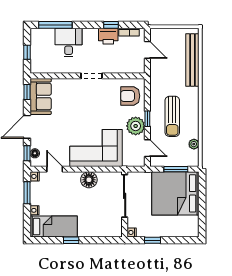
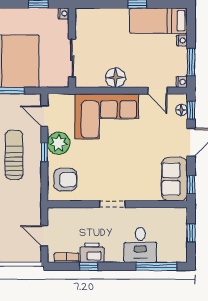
sliding door: (125, 196) -> (72, 58), width x0.73

